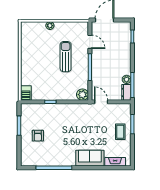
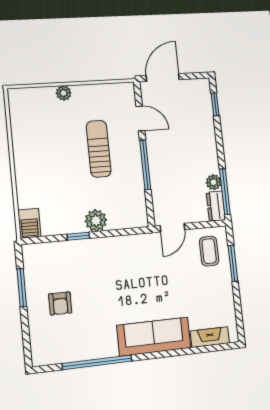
plant: (82, 95) -> (96, 221), moved
door: (101, 102) -> (172, 228), swing flipped
coffee table: (120, 132) -> (209, 251), moved
sofa: (90, 158) -> (154, 337), width x1.36

